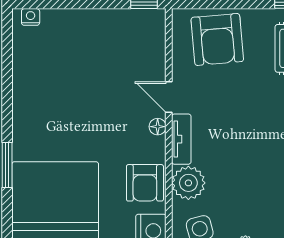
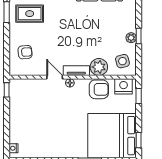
armchair: (217, 39) -> (25, 52), width x0.53, depth x0.53
door: (169, 97) -> (55, 77), swing flipped

